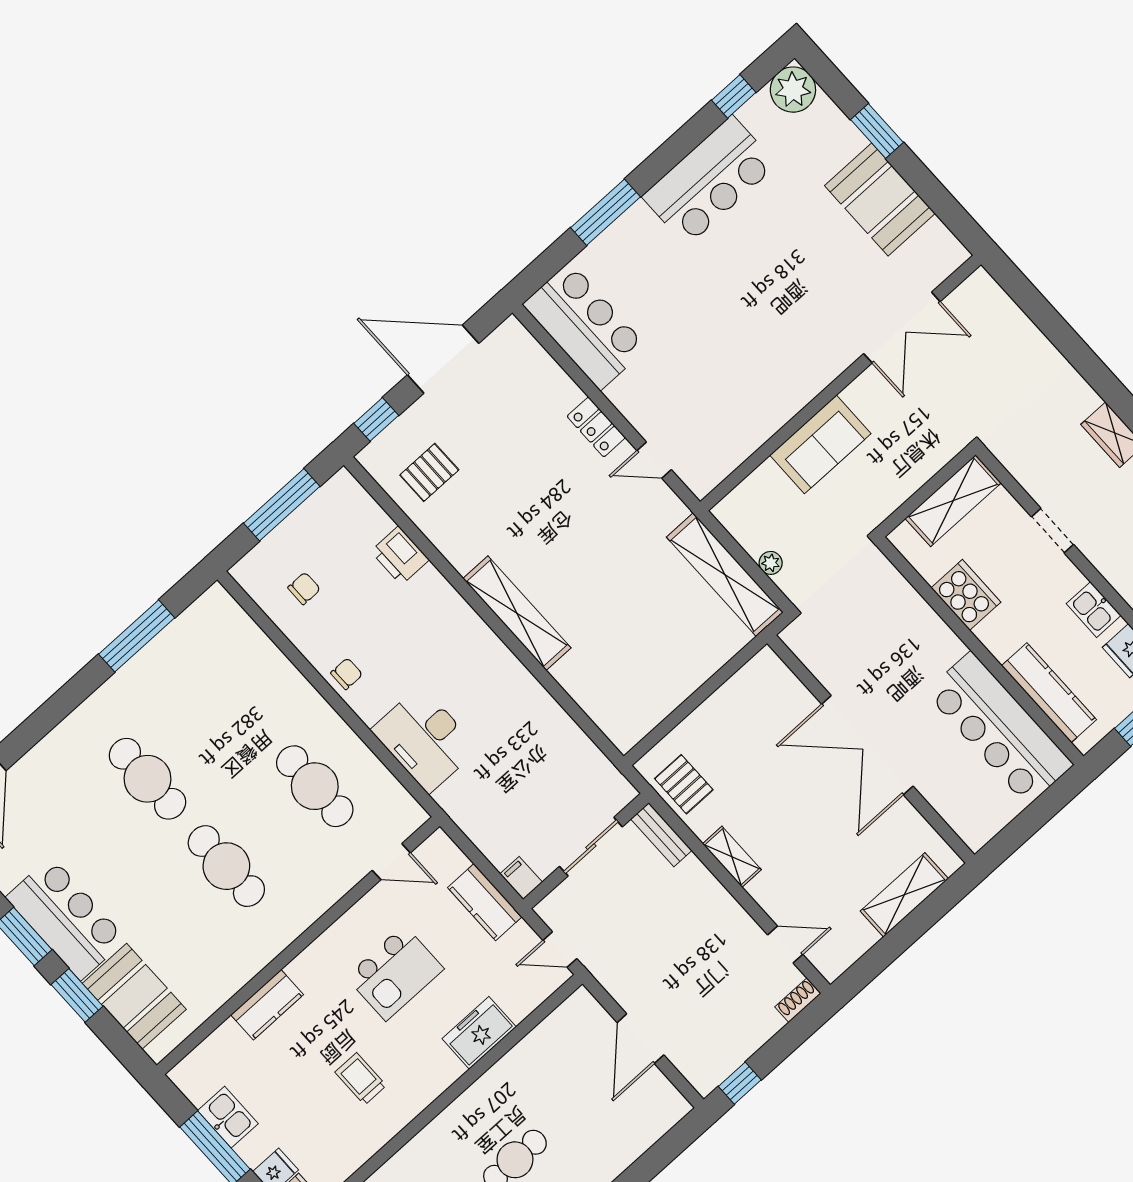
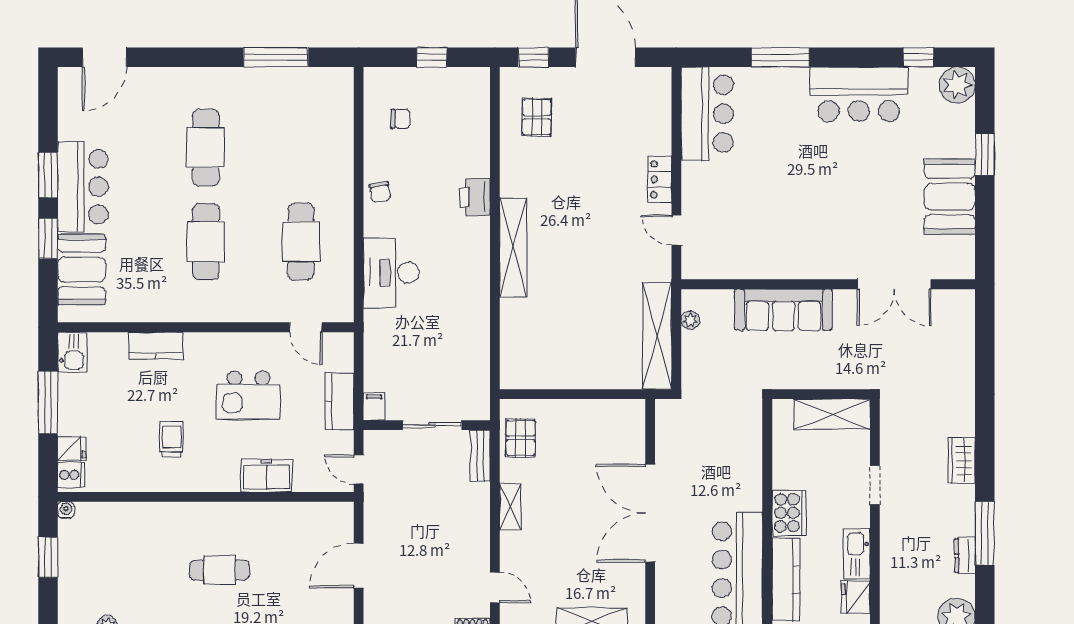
sofa: (820, 444) -> (783, 310), width x1.36
pallet: (429, 472) -> (537, 117), turned 90
window: (282, 505) -> (432, 57), width x0.46
printer: (400, 556) -> (475, 197), moved
plant: (771, 563) -> (690, 320), moved
cooker: (966, 595) -> (789, 513), moved
kitchen sink: (1094, 610) -> (857, 554), width x1.38
chair: (347, 674) -> (380, 192), turned 81
kitchen sink: (228, 1117) -> (72, 352), moved

